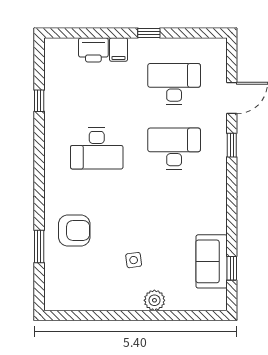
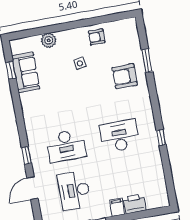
desk: (174, 84) -> (74, 190), turned 90
window: (39, 101) -> (161, 137), moved
armchair: (103, 293) -> (97, 37), added
plant: (154, 300) -> (49, 40), moved

